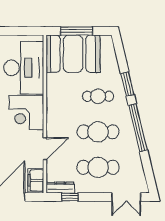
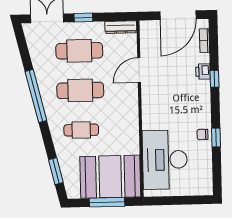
window: (127, 84) -> (56, 171), moved
corner desk: (26, 112) -> (161, 110), removed
filing cabinet: (36, 180) -> (148, 35), removed
window: (70, 197) -> (83, 18), moved

